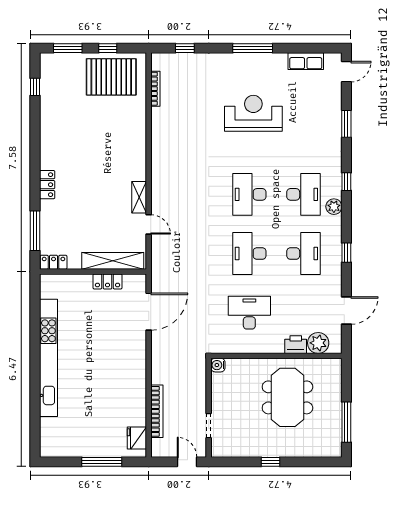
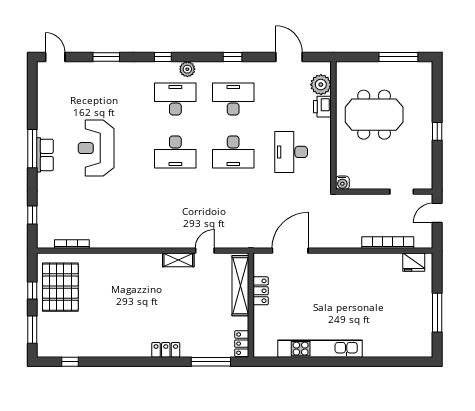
row of seats: (306, 61) -> (45, 155), moved
door: (149, 312) -> (290, 251), hinge flipped
kitchen unit: (48, 358) -> (320, 349), width x0.73
window: (102, 462) -> (437, 313), moved

